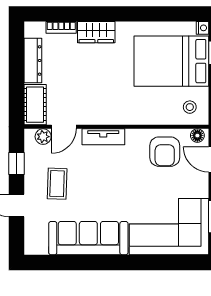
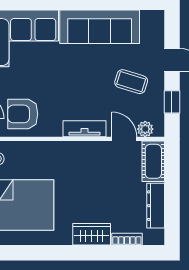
door: (64, 127) -> (124, 139), hinge flipped
armchair: (165, 152) -> (23, 114), turned -90
coffee table: (57, 184) -> (131, 82), turned -75

